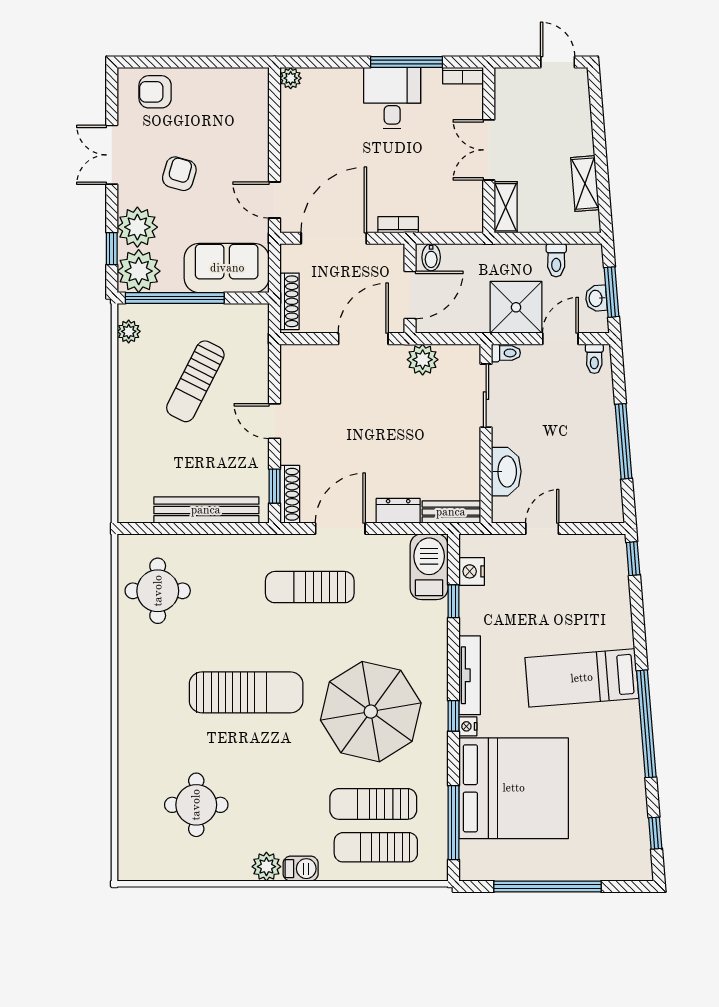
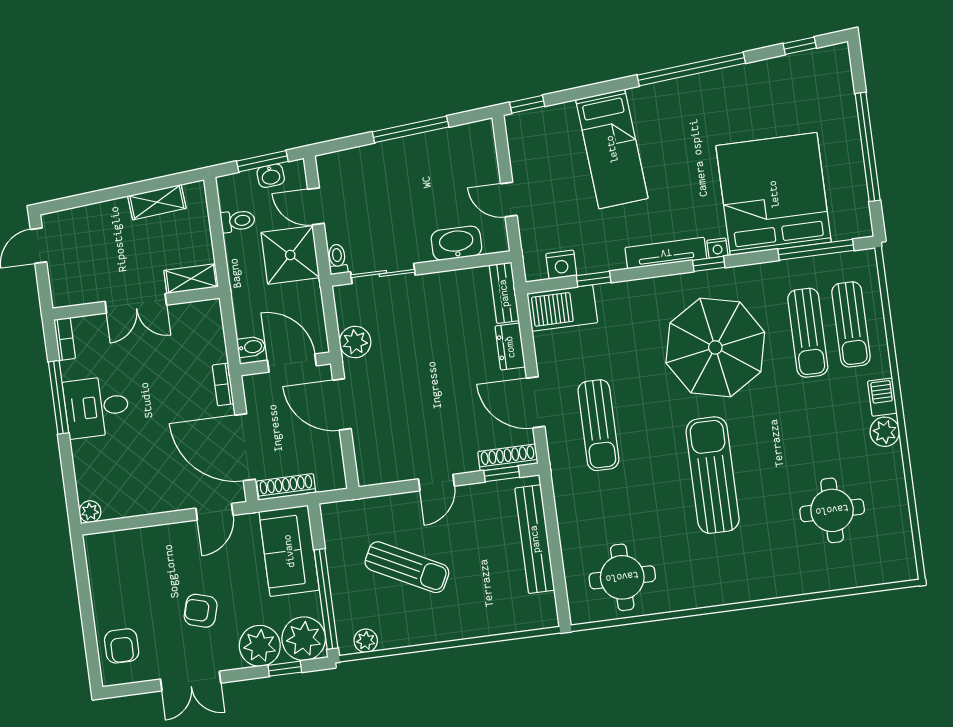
shoe rack: (290, 301) -> (286, 487), moved
toilet: (594, 359) -> (332, 170), removed
bed: (582, 678) -> (612, 149), moved

